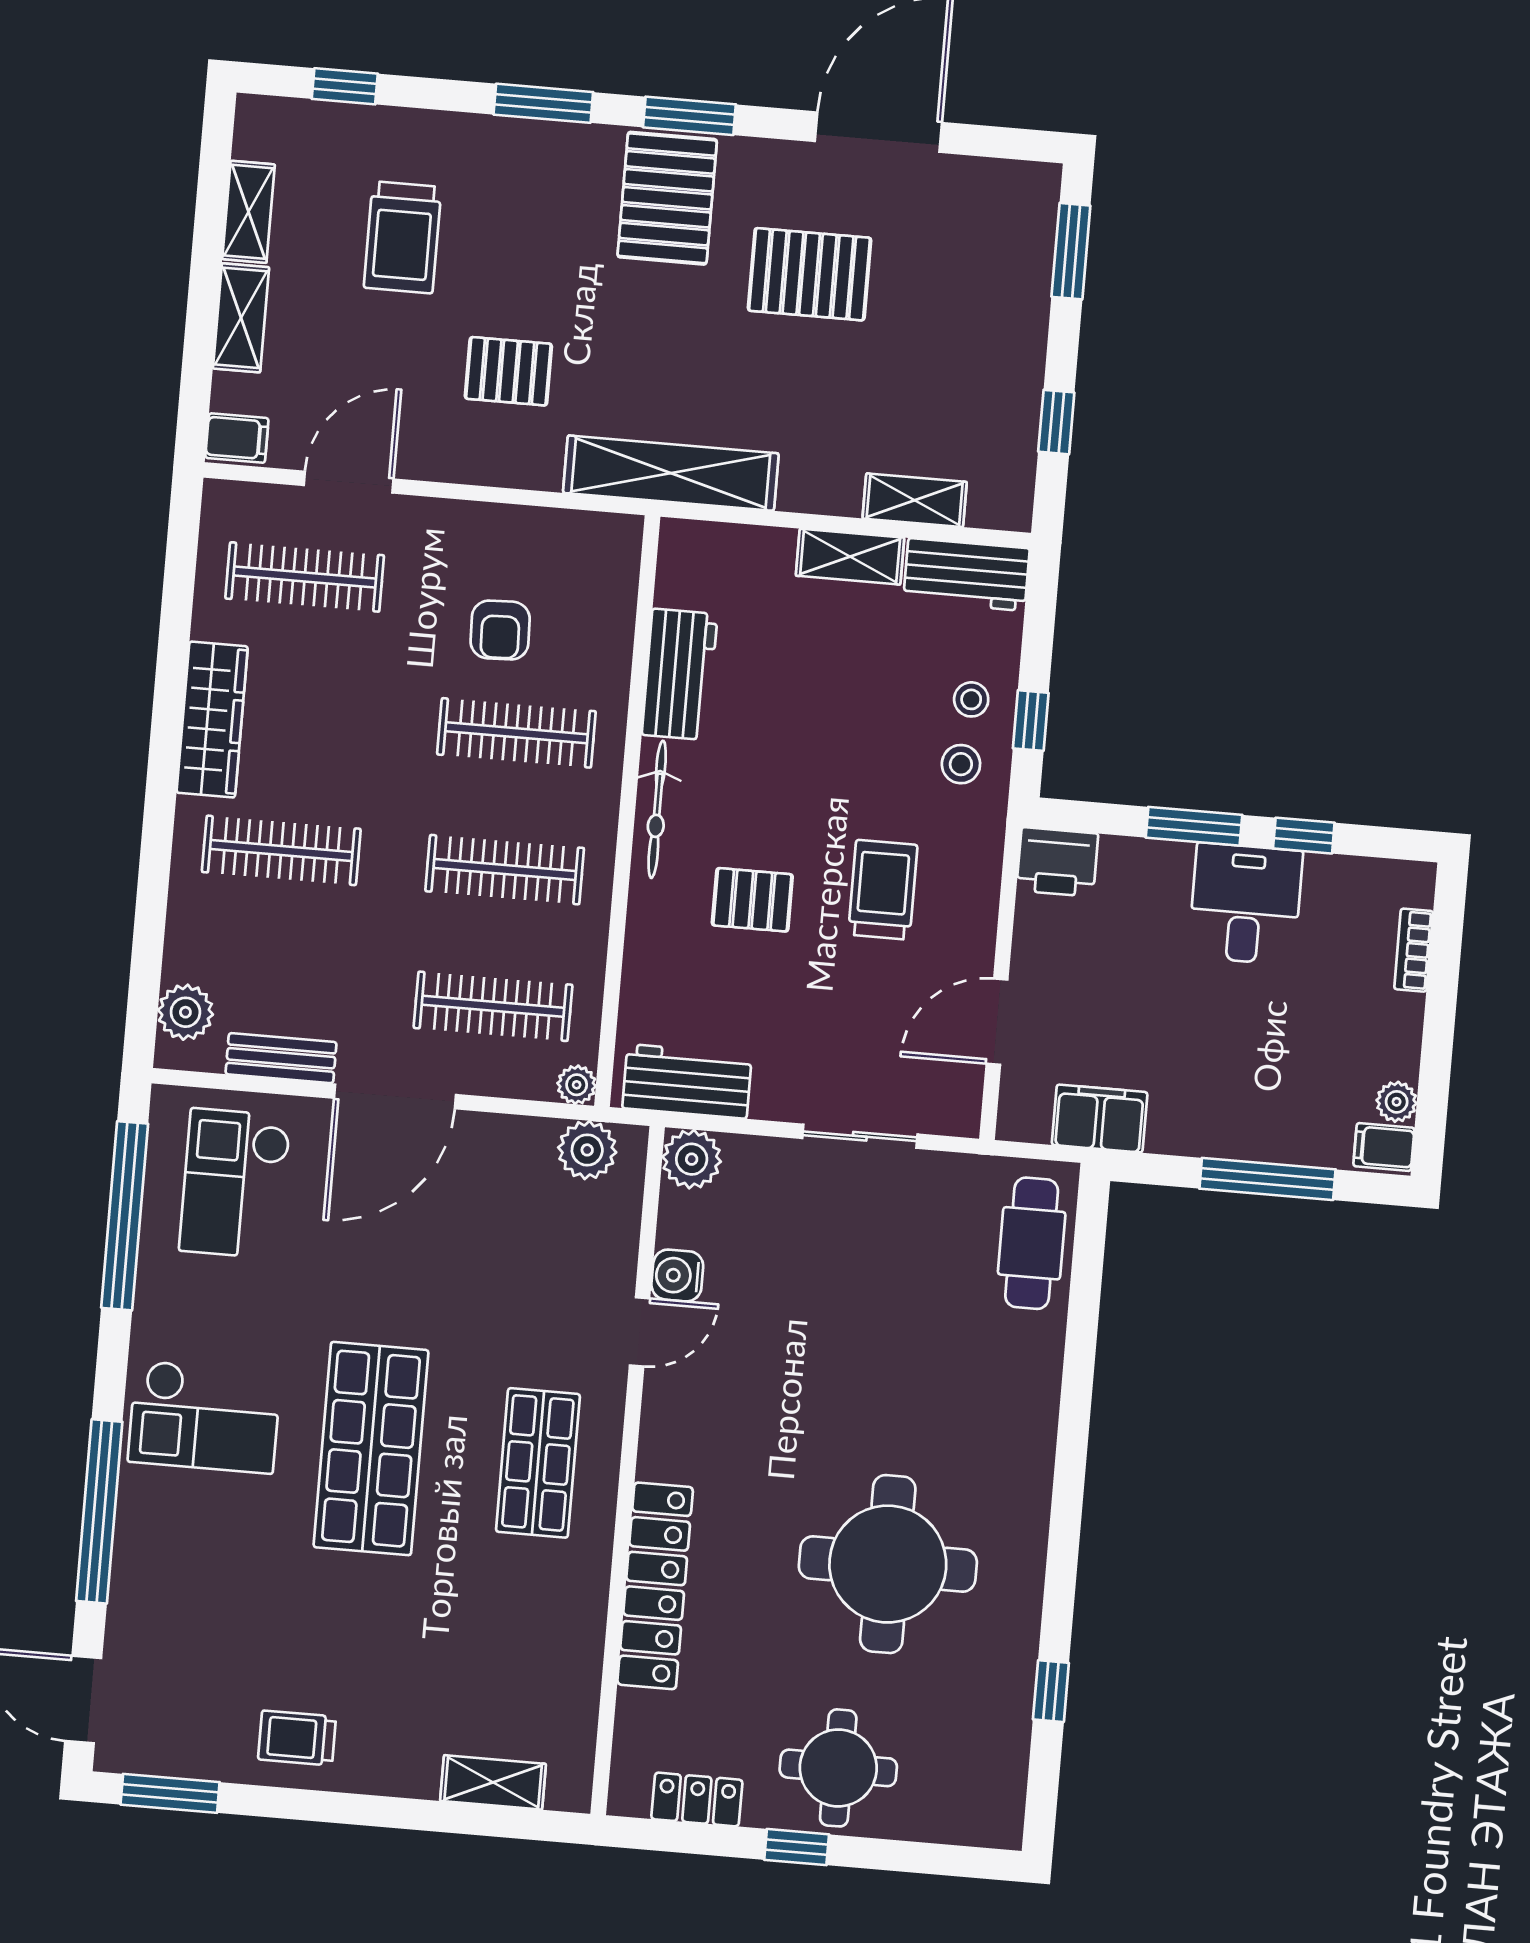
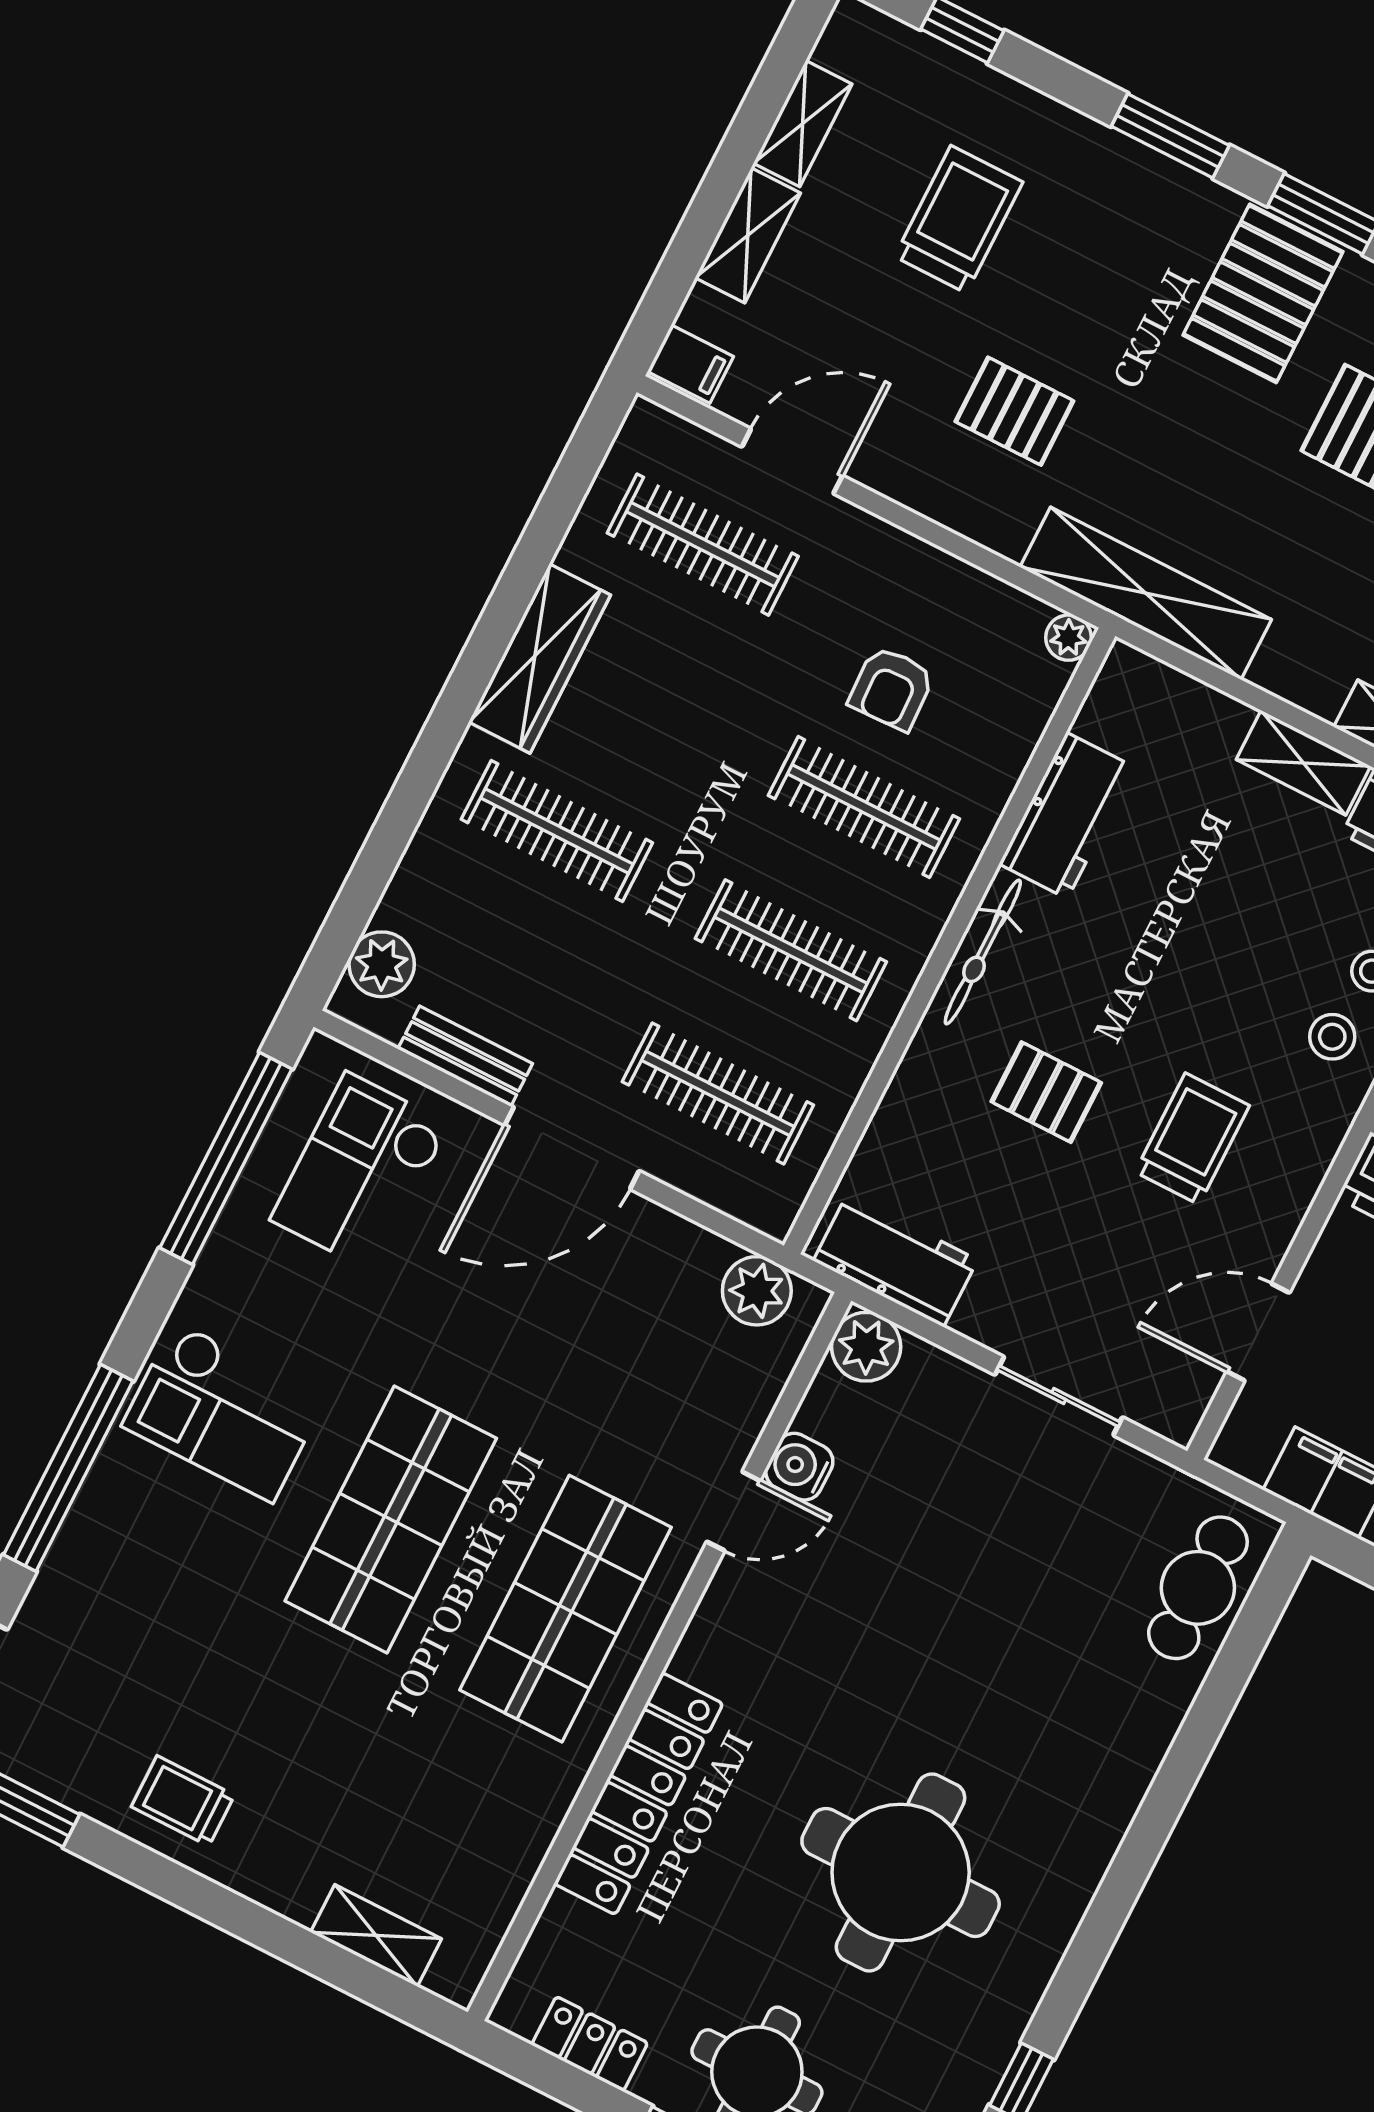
trolley: (403, 237) -> (959, 219), turned 180
plant: (577, 1085) -> (1069, 638), moved
shop shelf: (538, 1463) -> (566, 1609), width x1.43, depth x1.36

